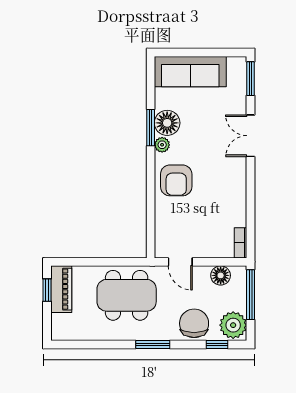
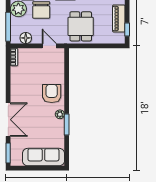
floor lamp: (167, 123) -> (57, 127), removed
double door: (250, 136) -> (8, 120), width x1.37
piano: (61, 289) -> (119, 19), moved
dining table: (127, 295) -> (81, 26), width x0.73

